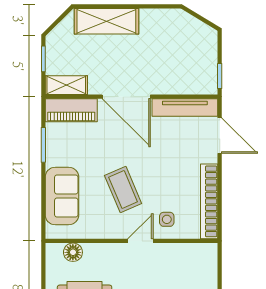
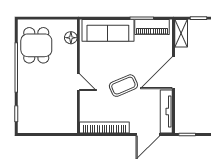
piano: (71, 110) -> (152, 27), moved, turned -90
coffee table: (123, 190) -> (123, 86), moved
sofa: (62, 196) -> (108, 30), width x1.36
side table: (167, 219) -> (93, 100), removed

